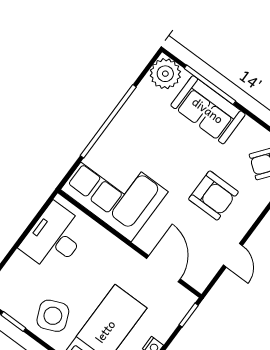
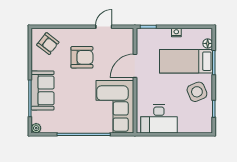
plant: (165, 74) -> (36, 128), width x0.53, depth x0.53
armchair: (213, 195) -> (82, 57), turned 90
door: (163, 269) -> (135, 66), moved

